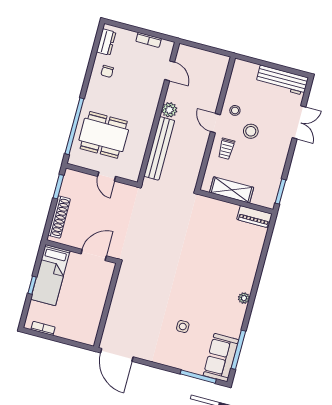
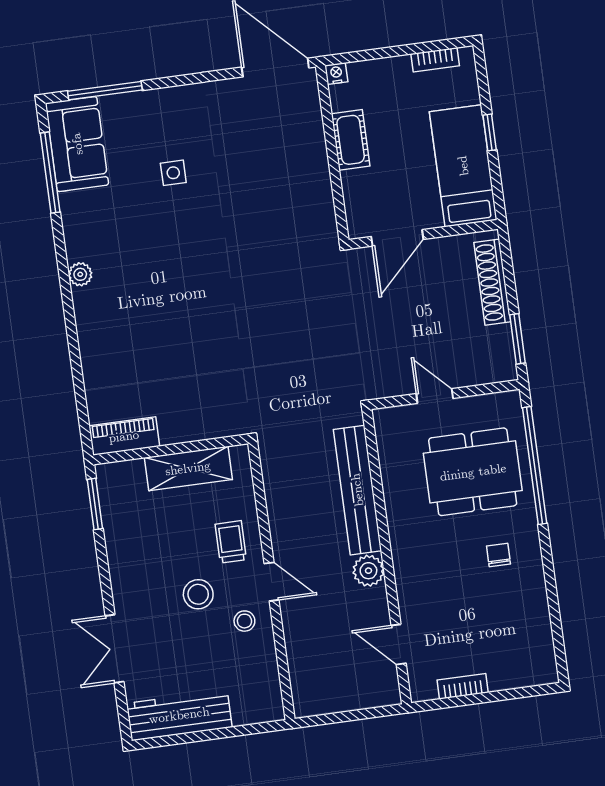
dresser: (106, 42) -> (541, 649), removed
chair: (107, 71) -> (499, 555), moved
cot: (96, 308) -> (351, 140), added
nightstand: (90, 341) -> (336, 74), added

